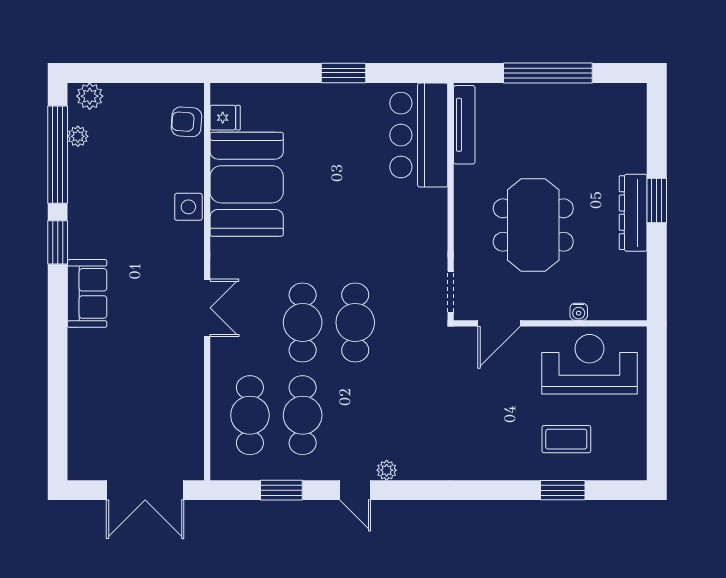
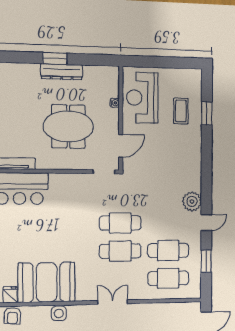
door: (499, 323) -> (121, 146), hinge flipped
plant: (387, 470) -> (192, 201), width x1.88, depth x1.88

